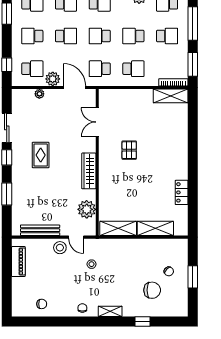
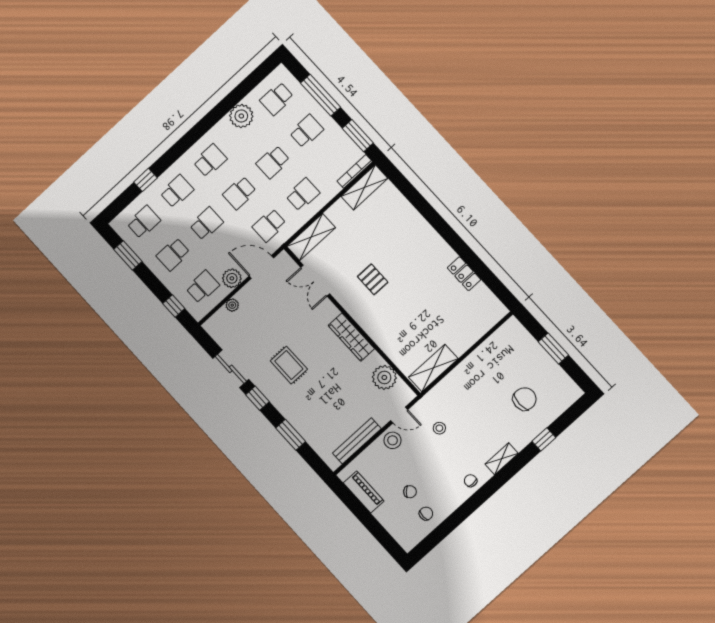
shelving: (155, 228) -> (311, 237), moved
chair: (169, 271) -> (410, 492), moved

